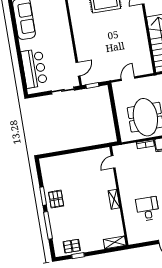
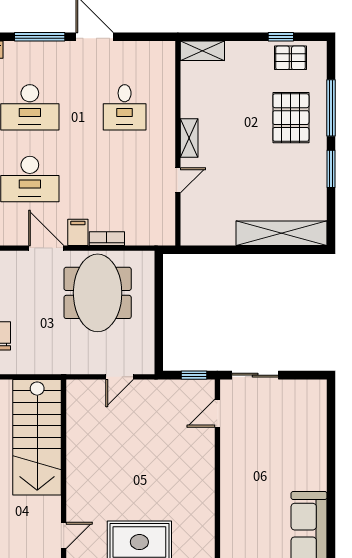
bar counter: (34, 68) -> (306, 429), removed
shelving: (62, 161) -> (282, 233), added
door: (113, 162) -> (178, 180), moved
pallet: (56, 199) -> (291, 118), moved, width x1.50, depth x1.42

